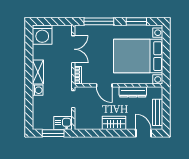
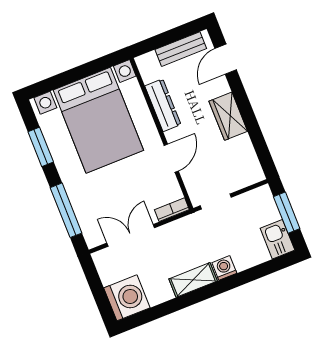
kitchen sink: (63, 123) -> (277, 239), moved

